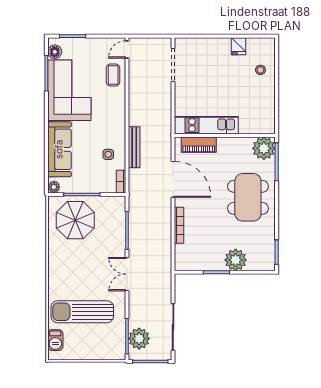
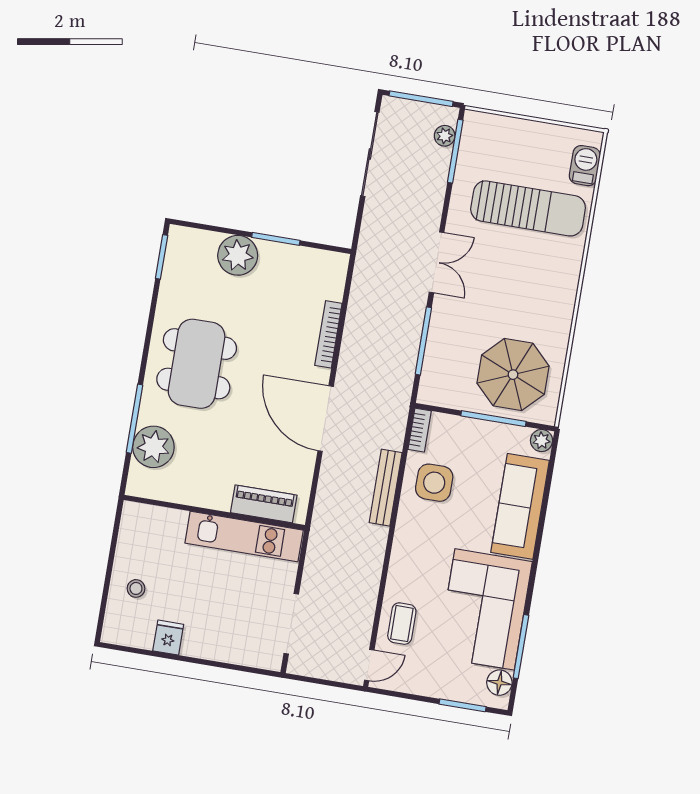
kitchen unit: (207, 125) -> (244, 537), moved
wall: (225, 135) -> (214, 513), moved
piano: (199, 145) -> (264, 504), moved
side table: (108, 154) -> (434, 483), width x1.87, depth x1.87
plant: (139, 339) -> (445, 136), width x0.53, depth x0.53

